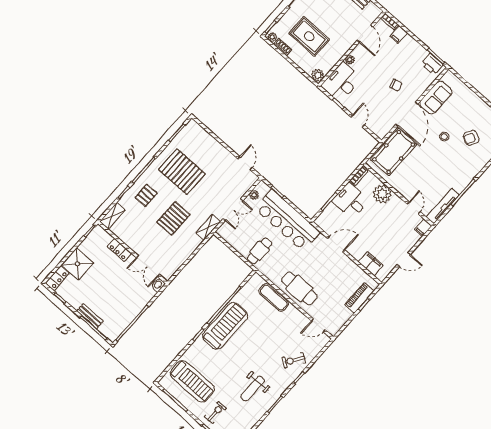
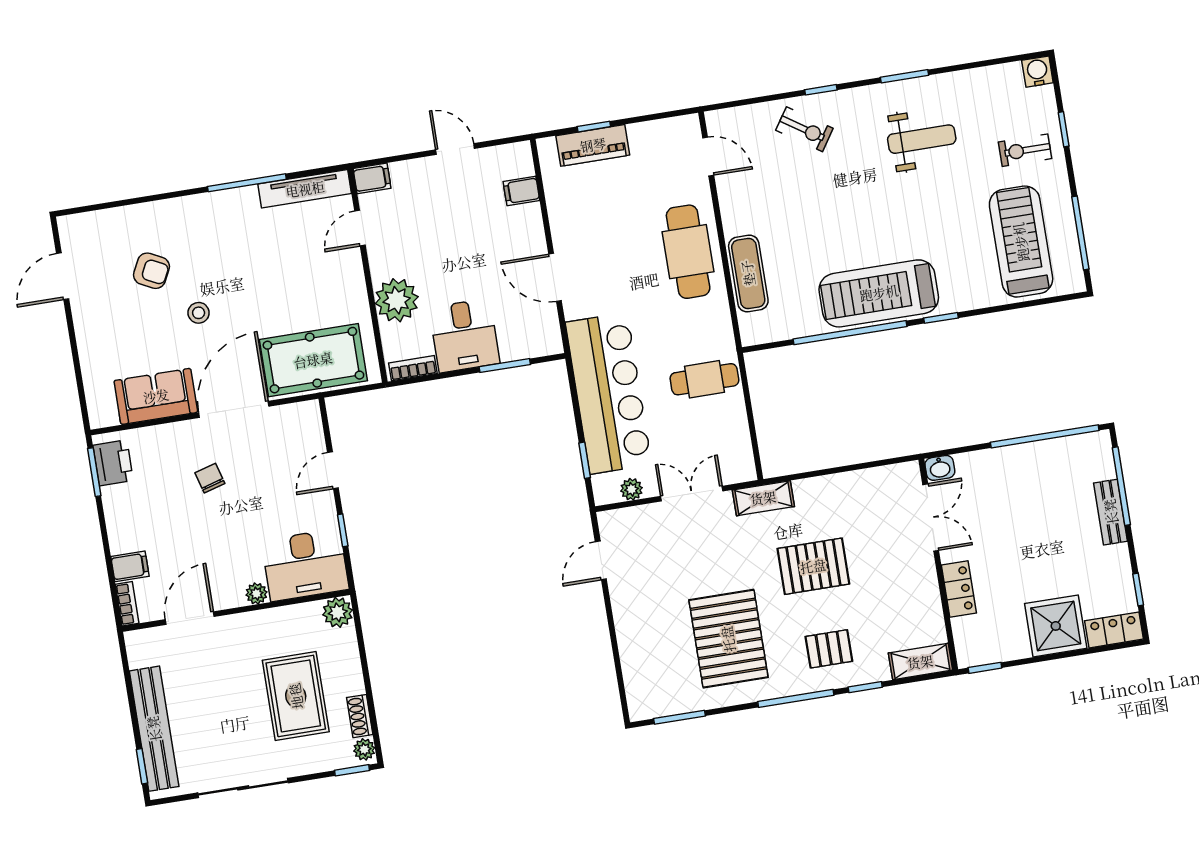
filing cabinet: (371, 264) -> (521, 191), width x0.50

